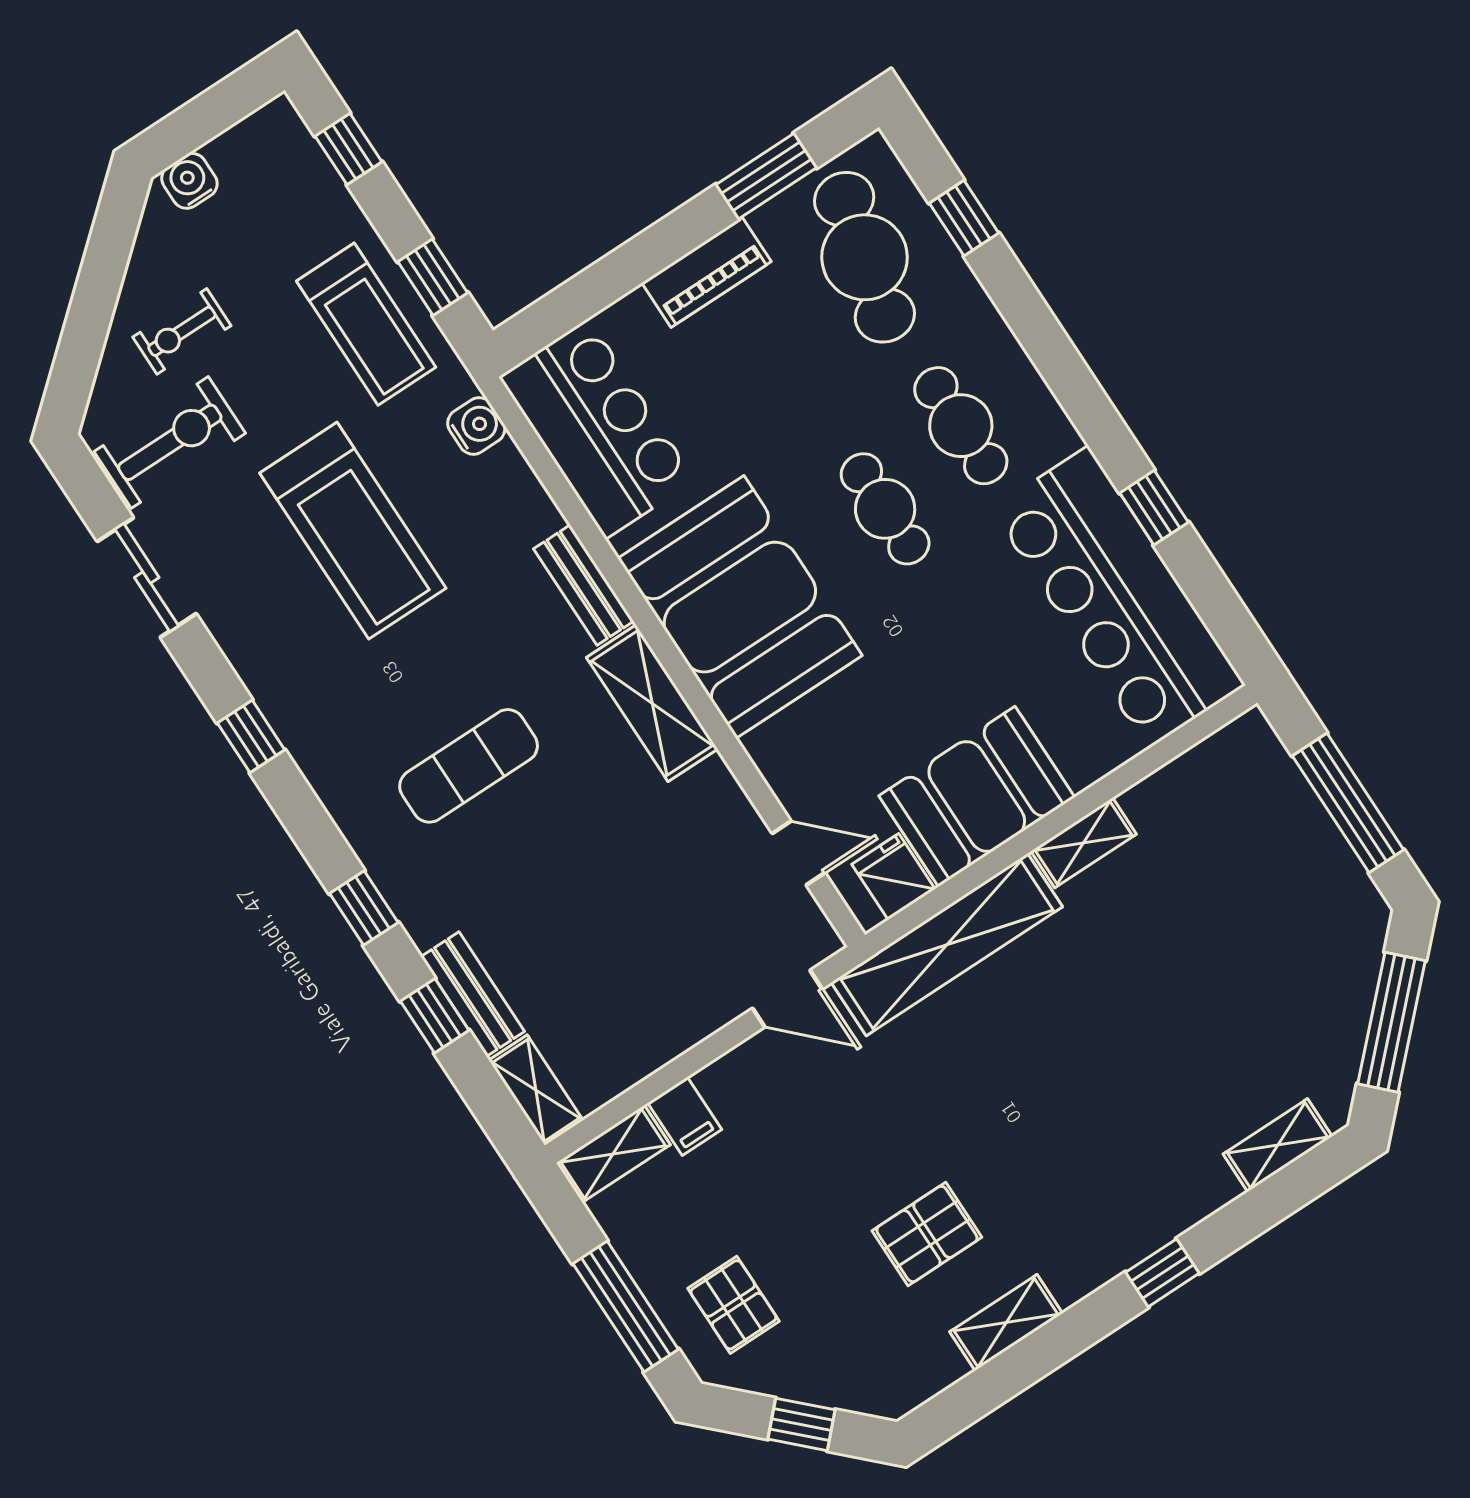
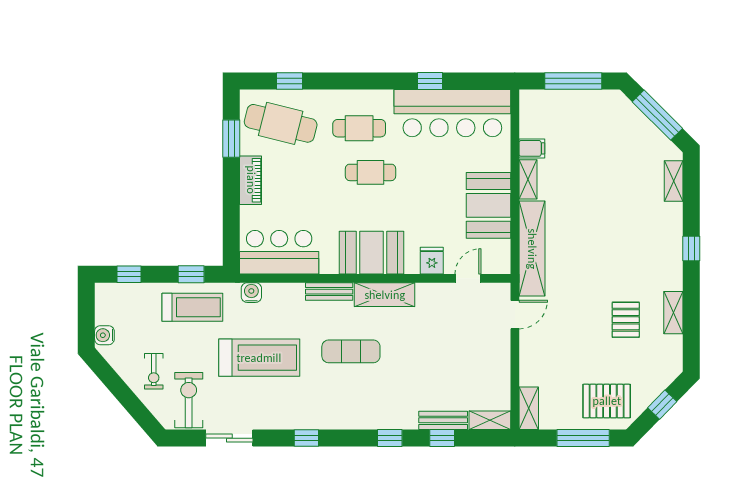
booth: (740, 607) -> (371, 253), width x0.73, depth x0.70
exercise mat: (469, 766) -> (351, 351), moved, turned 90
fridge: (893, 877) -> (432, 261), moved, turned 90
filing cabinet: (685, 1116) -> (532, 148), moved
pallet: (733, 1305) -> (607, 401), width x1.50, depth x1.42

